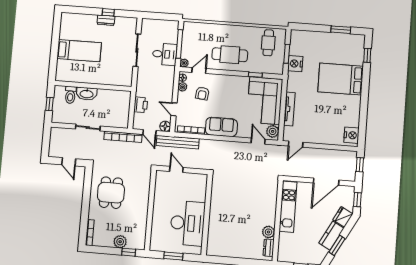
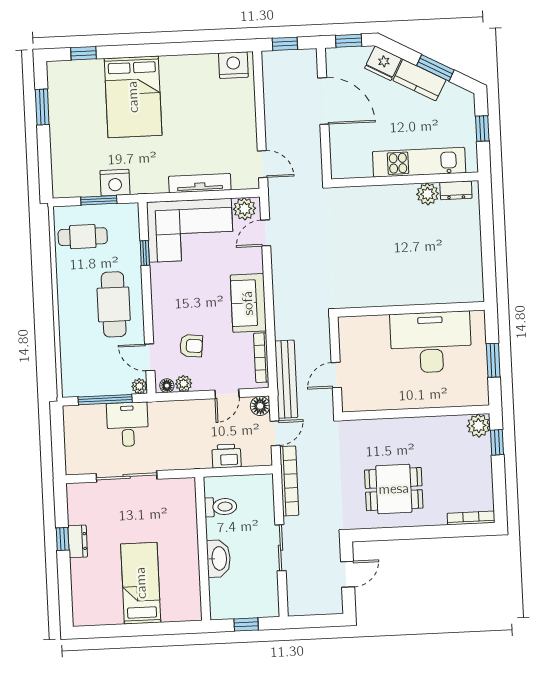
toilet: (70, 95) -> (221, 507), moved
kitchen unit: (288, 207) -> (419, 162), moved
plant: (120, 242) -> (479, 426), moved

